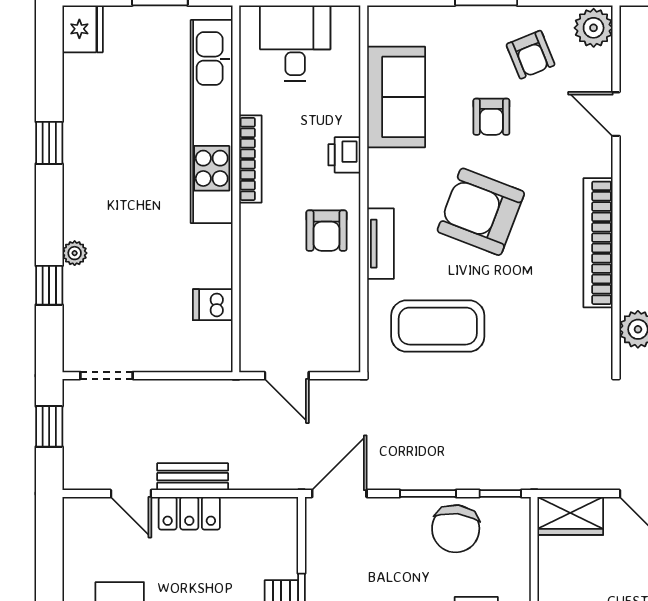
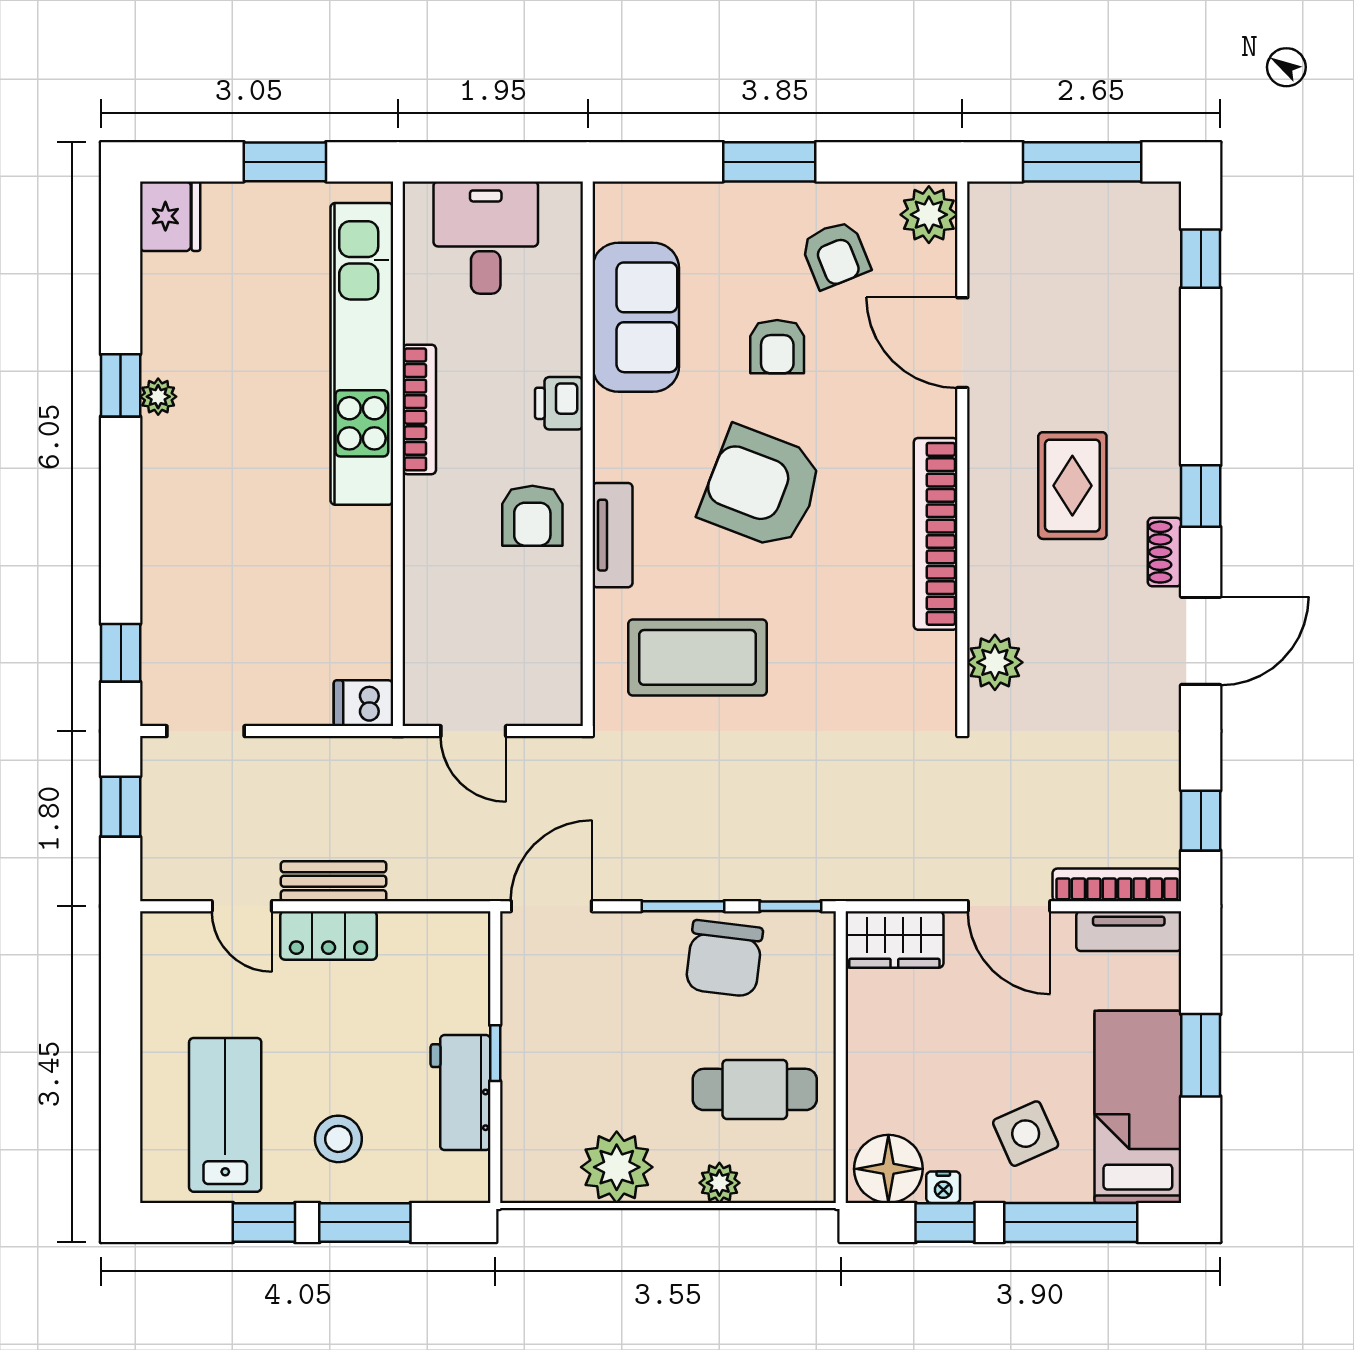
door: (616, 114) -> (962, 343), width x1.38
plant: (75, 253) -> (158, 397), moved
window: (49, 285) -> (121, 653), moved
dishwasher: (213, 305) -> (363, 703), moved

